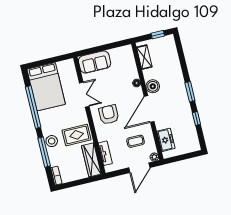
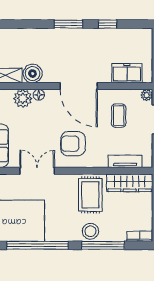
plant: (131, 73) -> (23, 98), added
boiler: (153, 86) -> (33, 74), moved

